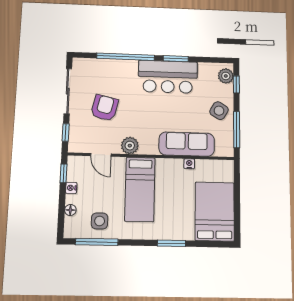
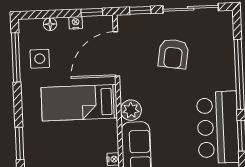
armchair: (105, 108) -> (173, 54), turned 86
plant: (130, 146) -> (131, 110), moved
door: (101, 155) -> (116, 54), width x1.88

